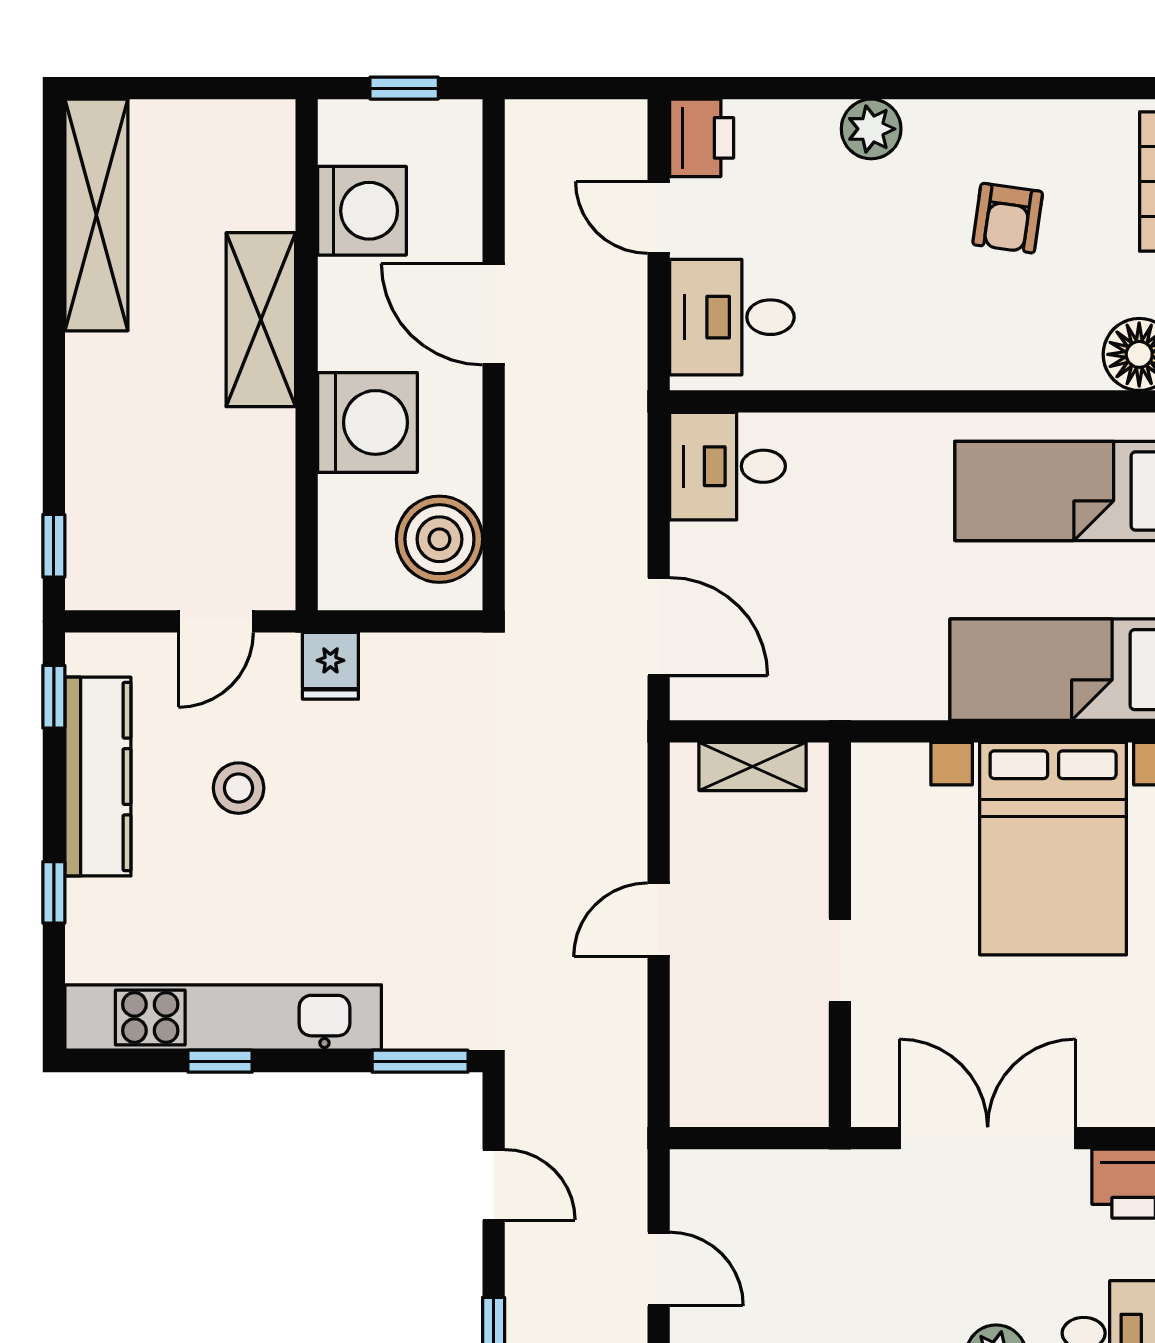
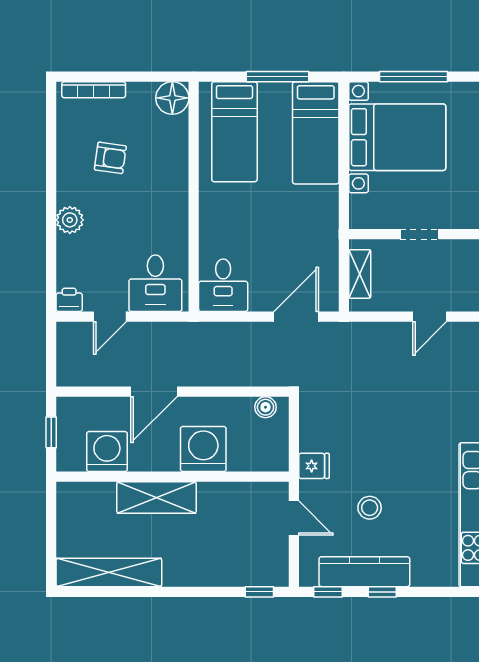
printer: (702, 138) -> (69, 300), width x0.73, depth x0.81
boiler: (439, 539) -> (265, 407), width x0.54, depth x0.54
window: (54, 892) -> (382, 592), moved
door: (659, 920) -> (430, 317), hinge flipped
doorway: (840, 960) -> (420, 234), moved

